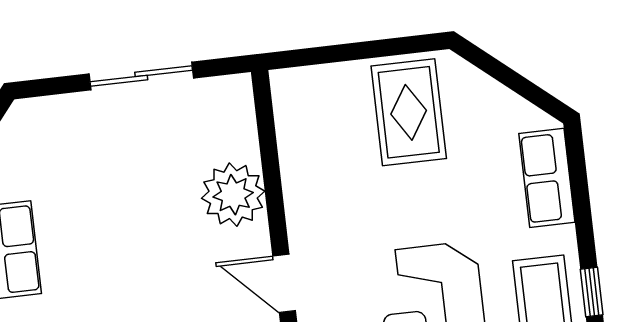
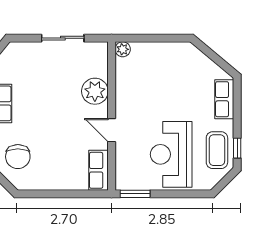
plant: (288, 86) -> (123, 49), added
rug: (409, 112) -> (171, 66), removed

